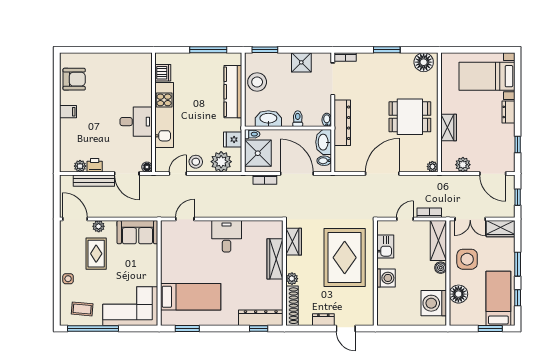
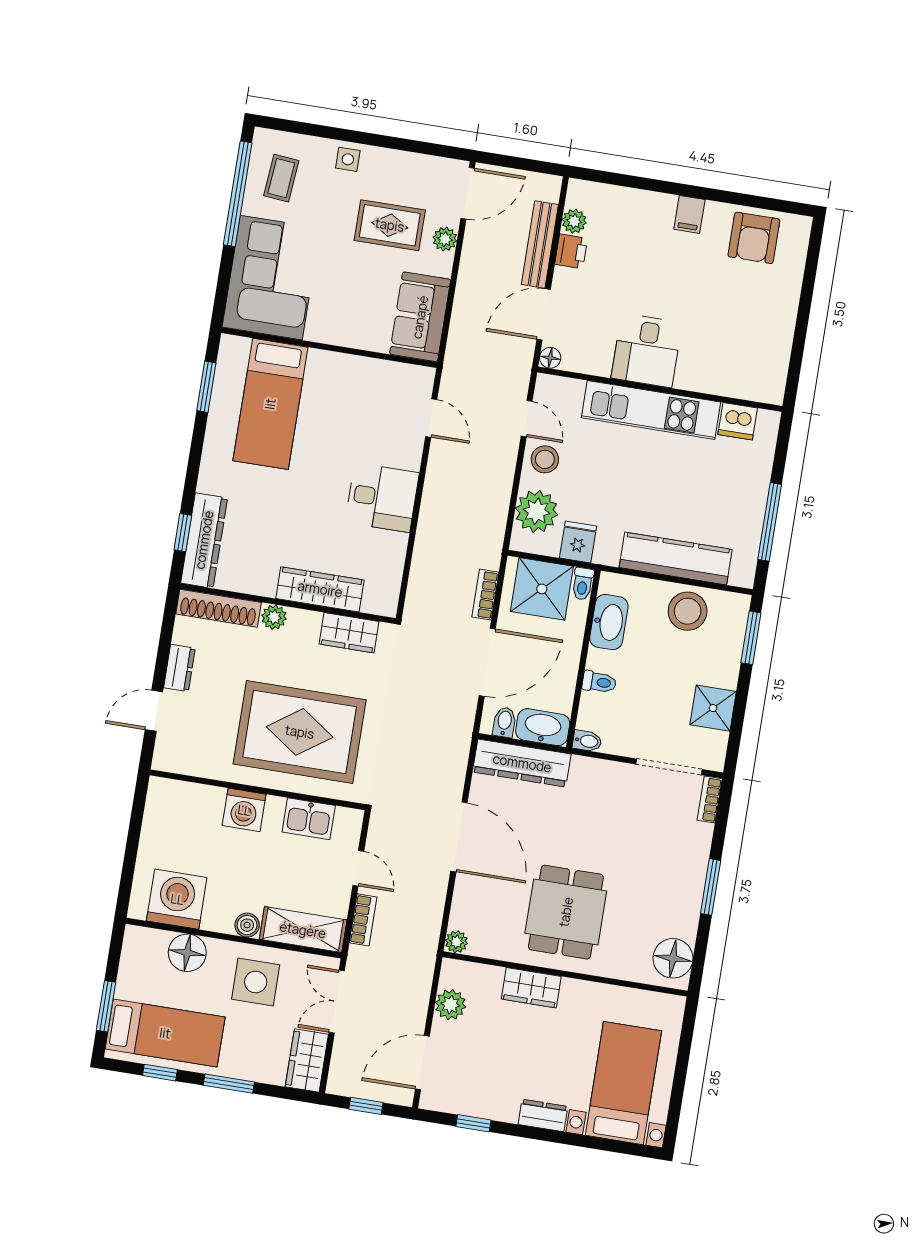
dresser: (342, 123) -> (522, 763), moved

